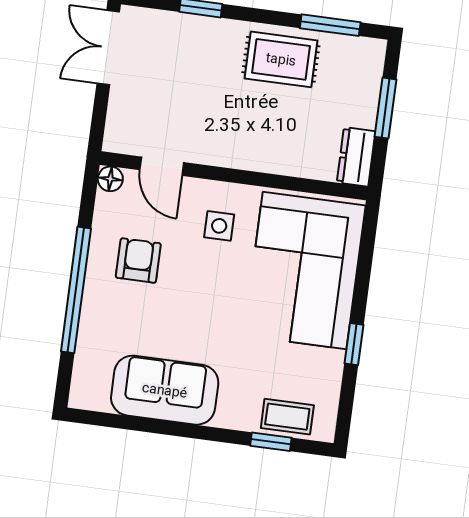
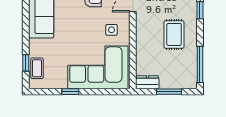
window: (330, 25) -> (200, 64), width x1.44
rug: (281, 59) -> (174, 34), moved

